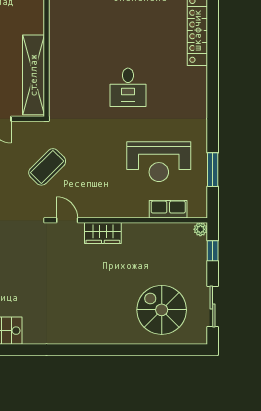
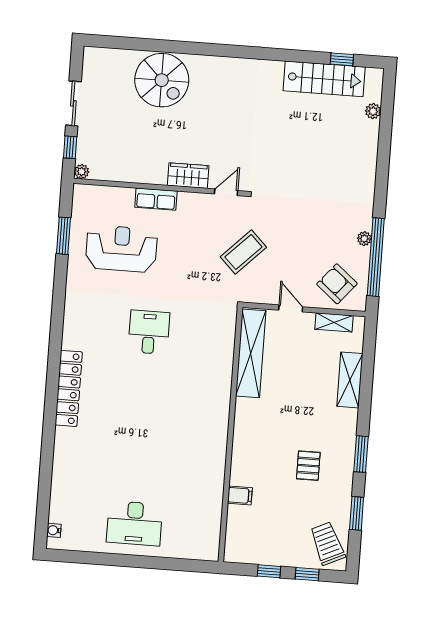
row of seats: (168, 209) -> (156, 199), moved
door: (67, 220) -> (226, 192), swing flipped
sliding door: (213, 306) -> (73, 103), moved
spiral stairs: (162, 310) -> (162, 80), moved

